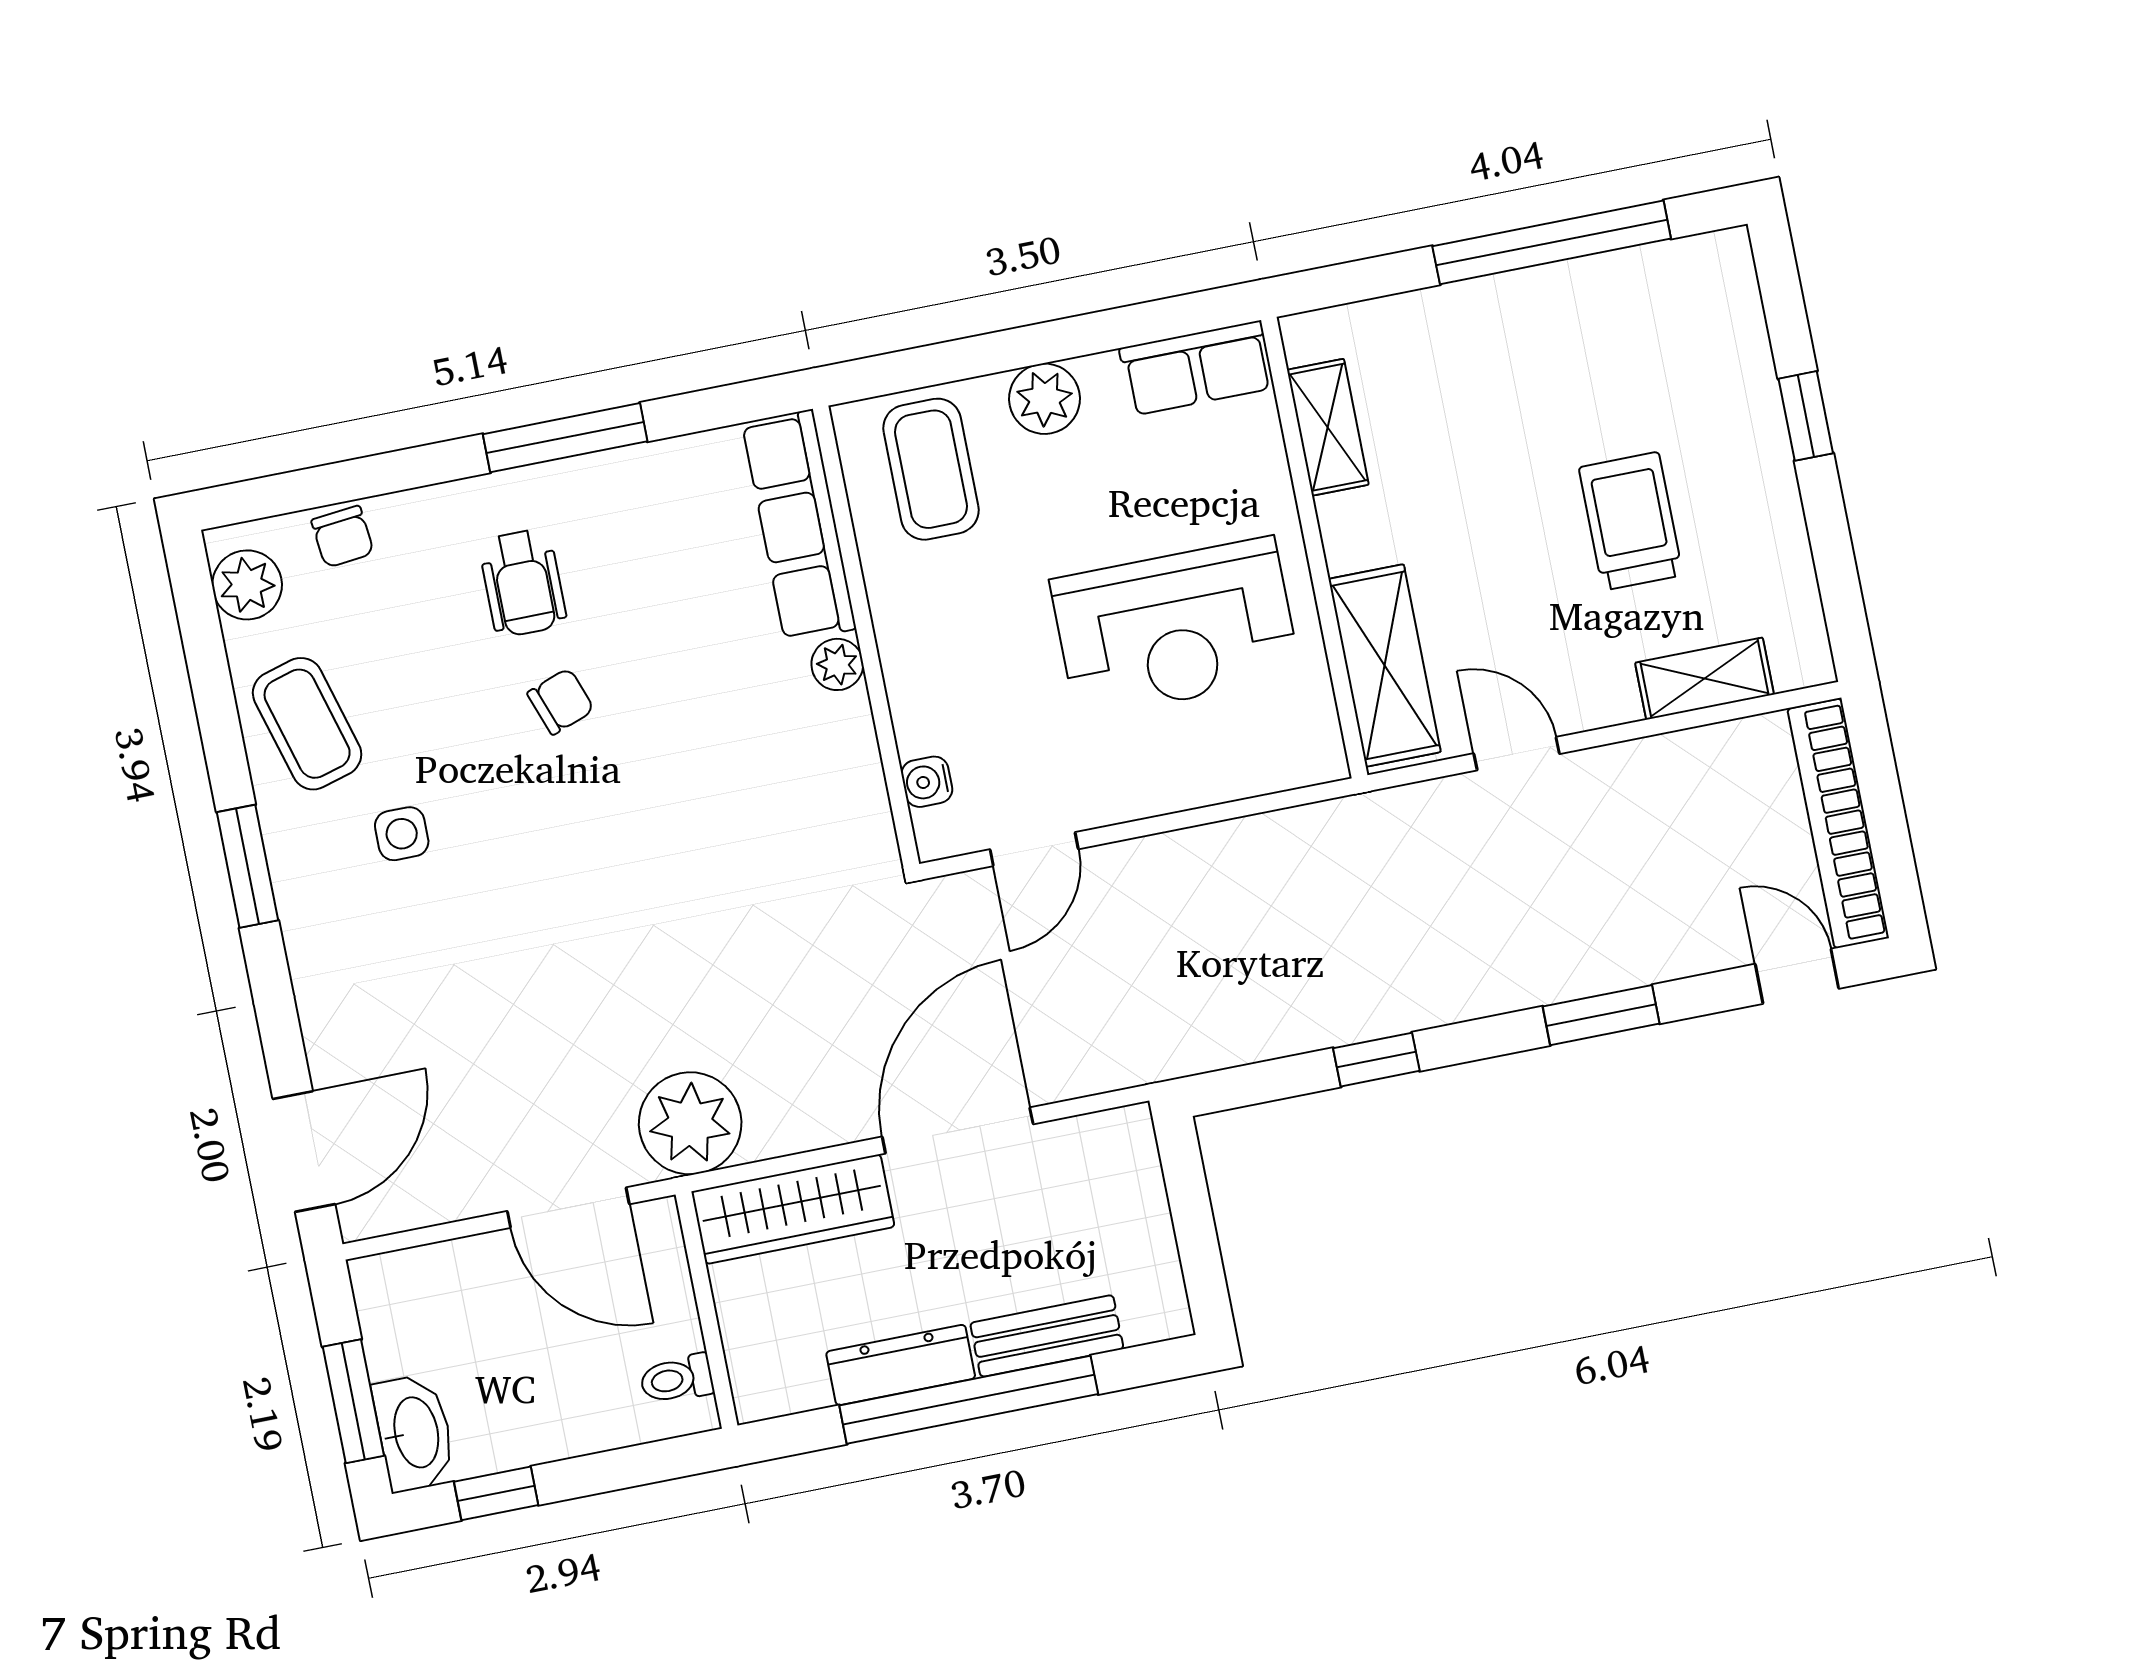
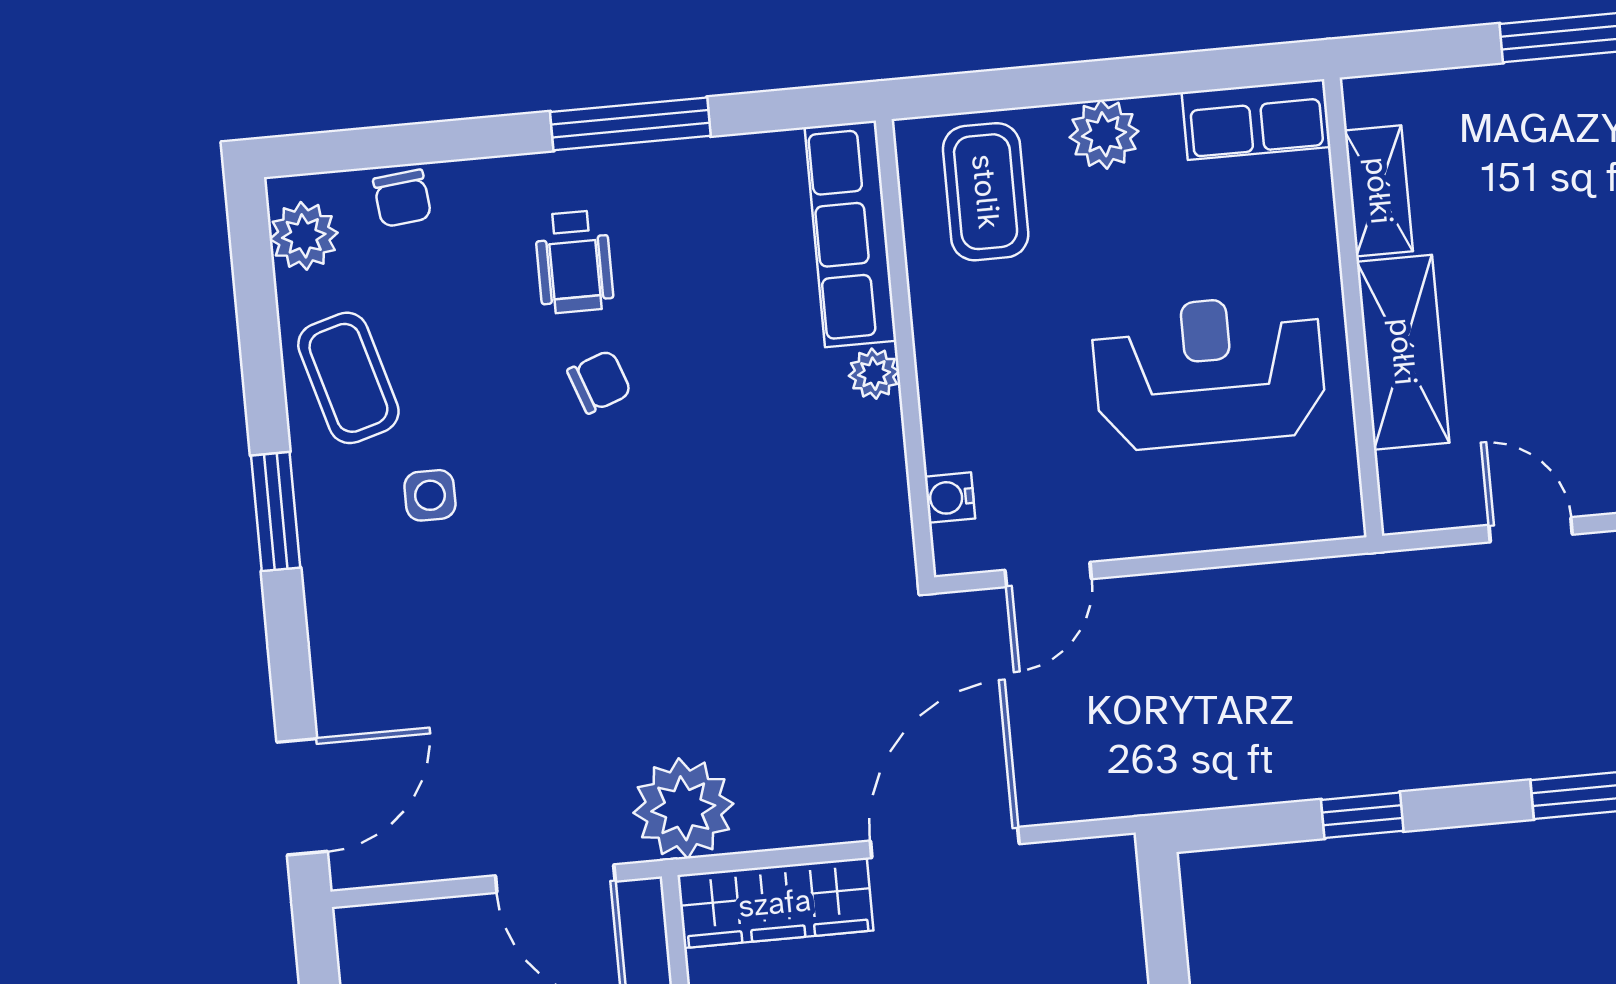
reception desk: (1175, 628) -> (1209, 372), turned 180
shelving: (1385, 665) -> (1403, 352), moved

